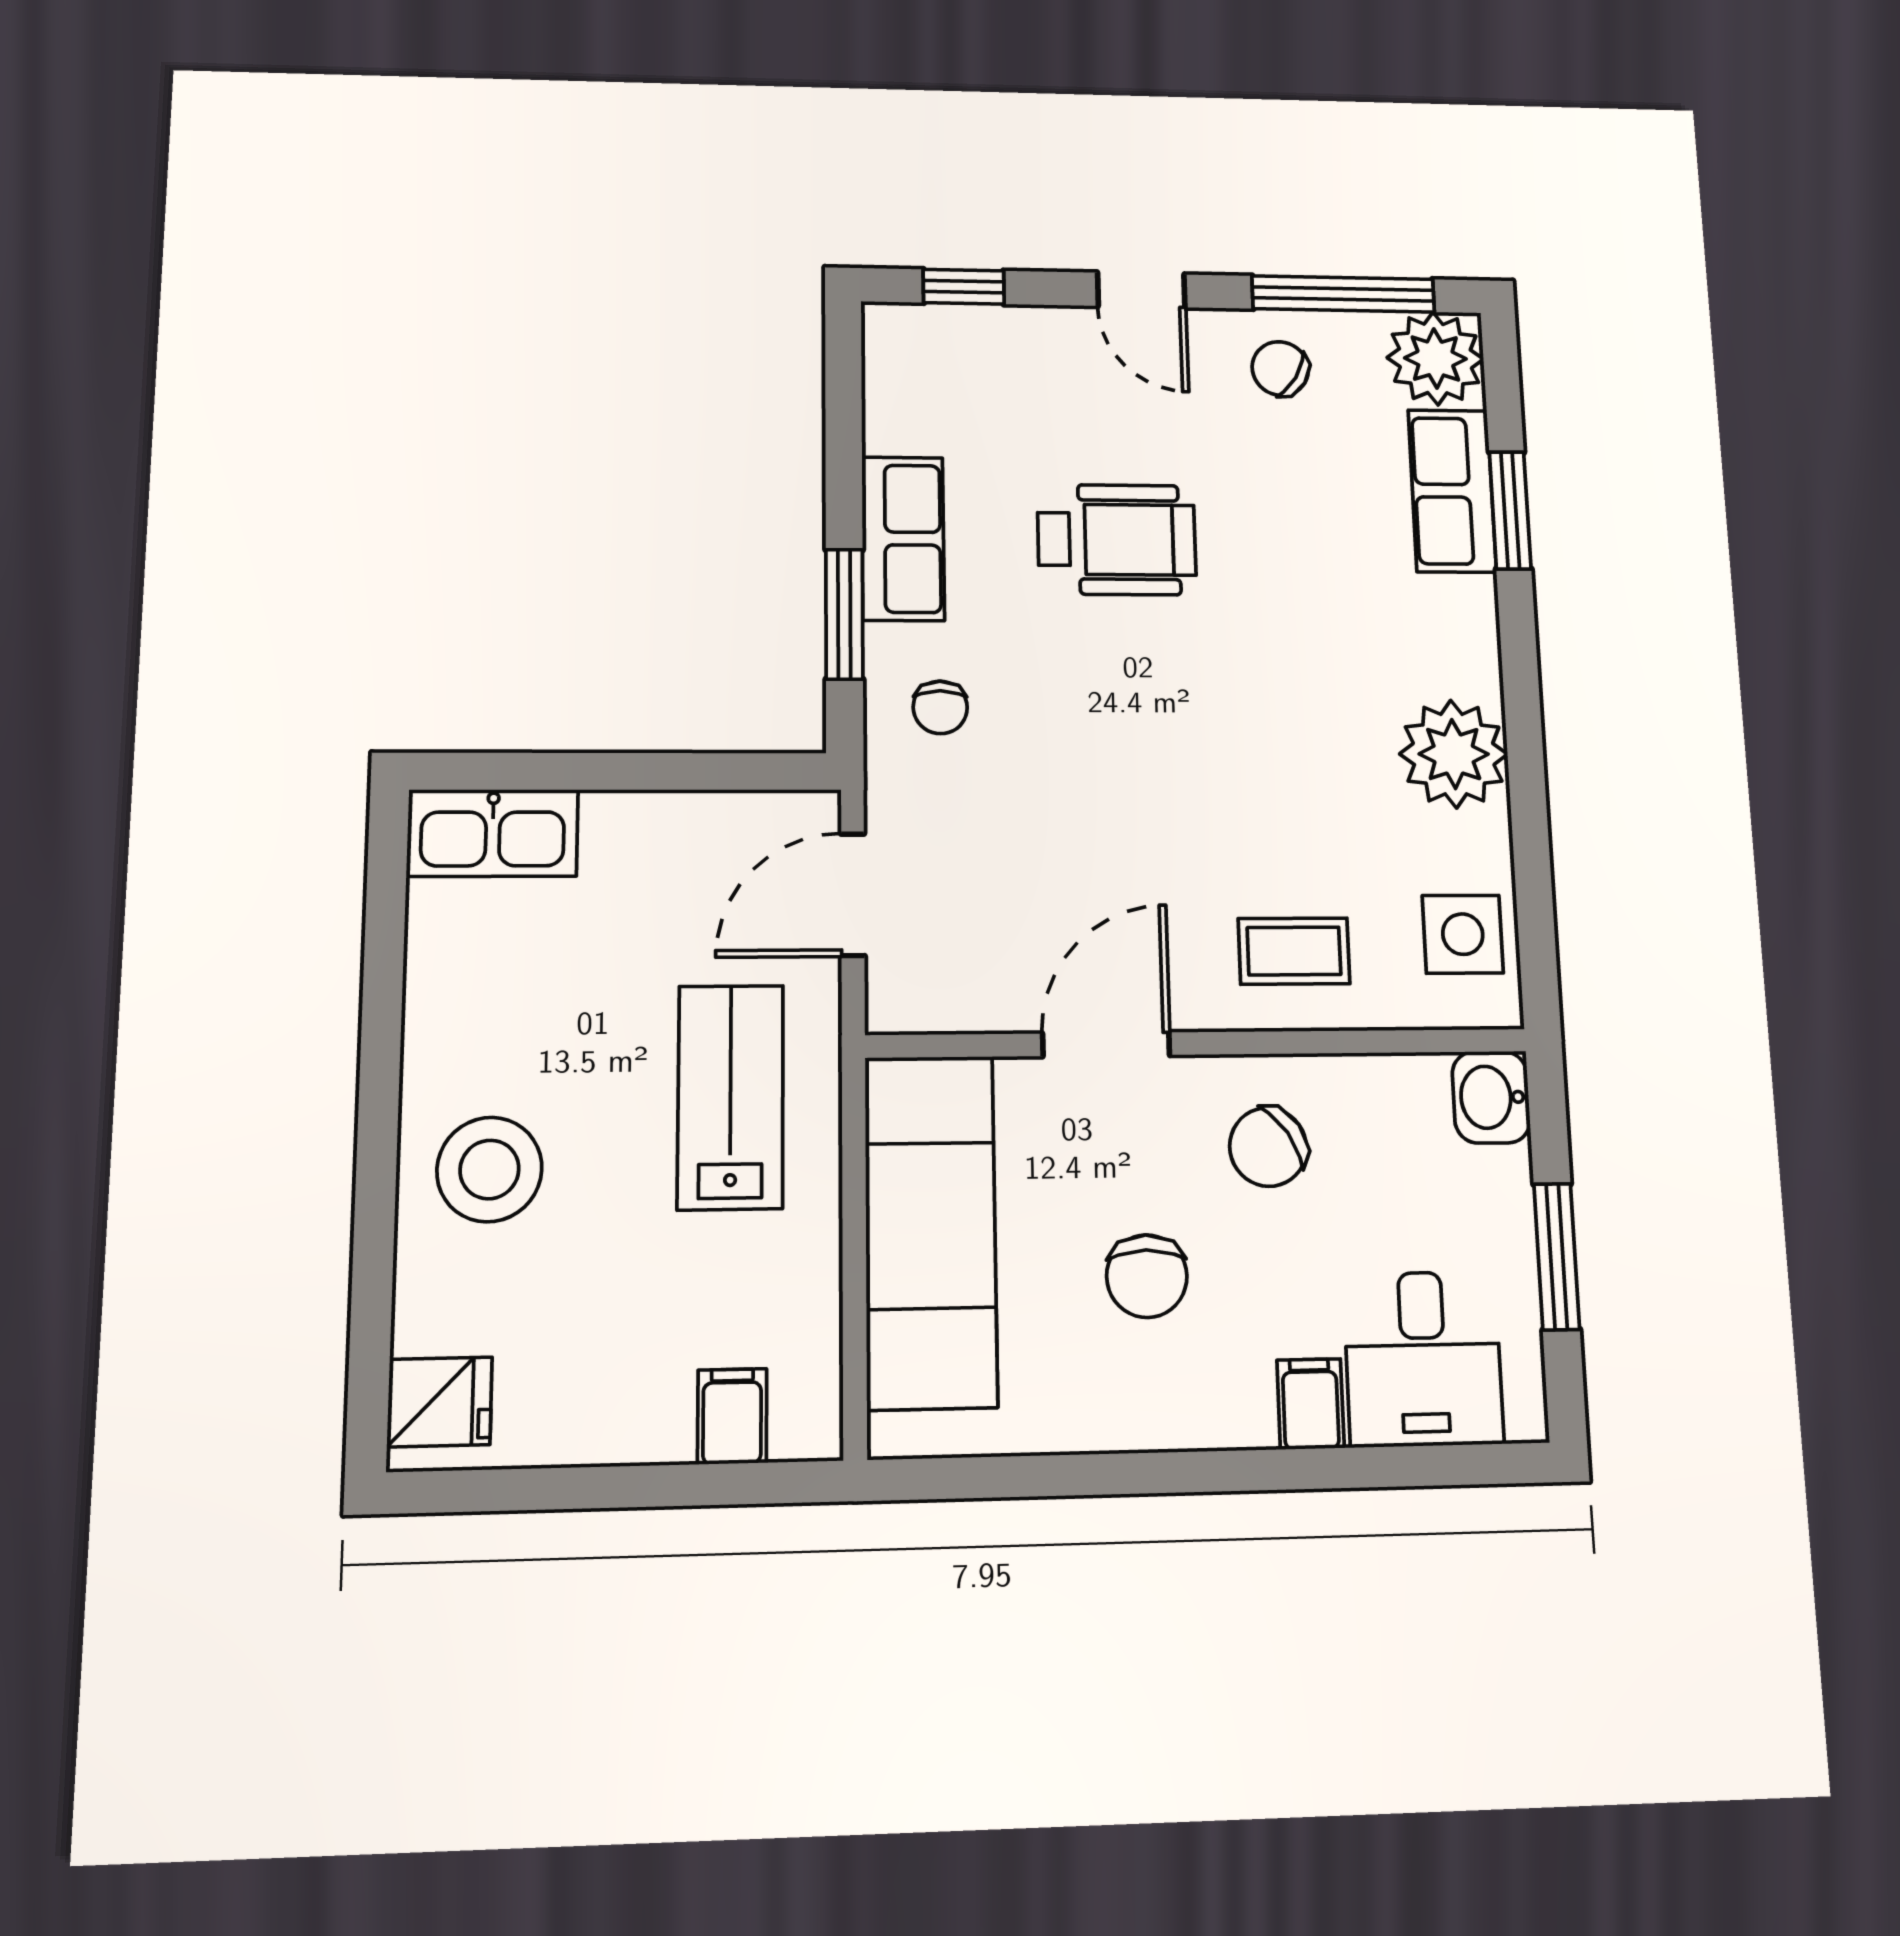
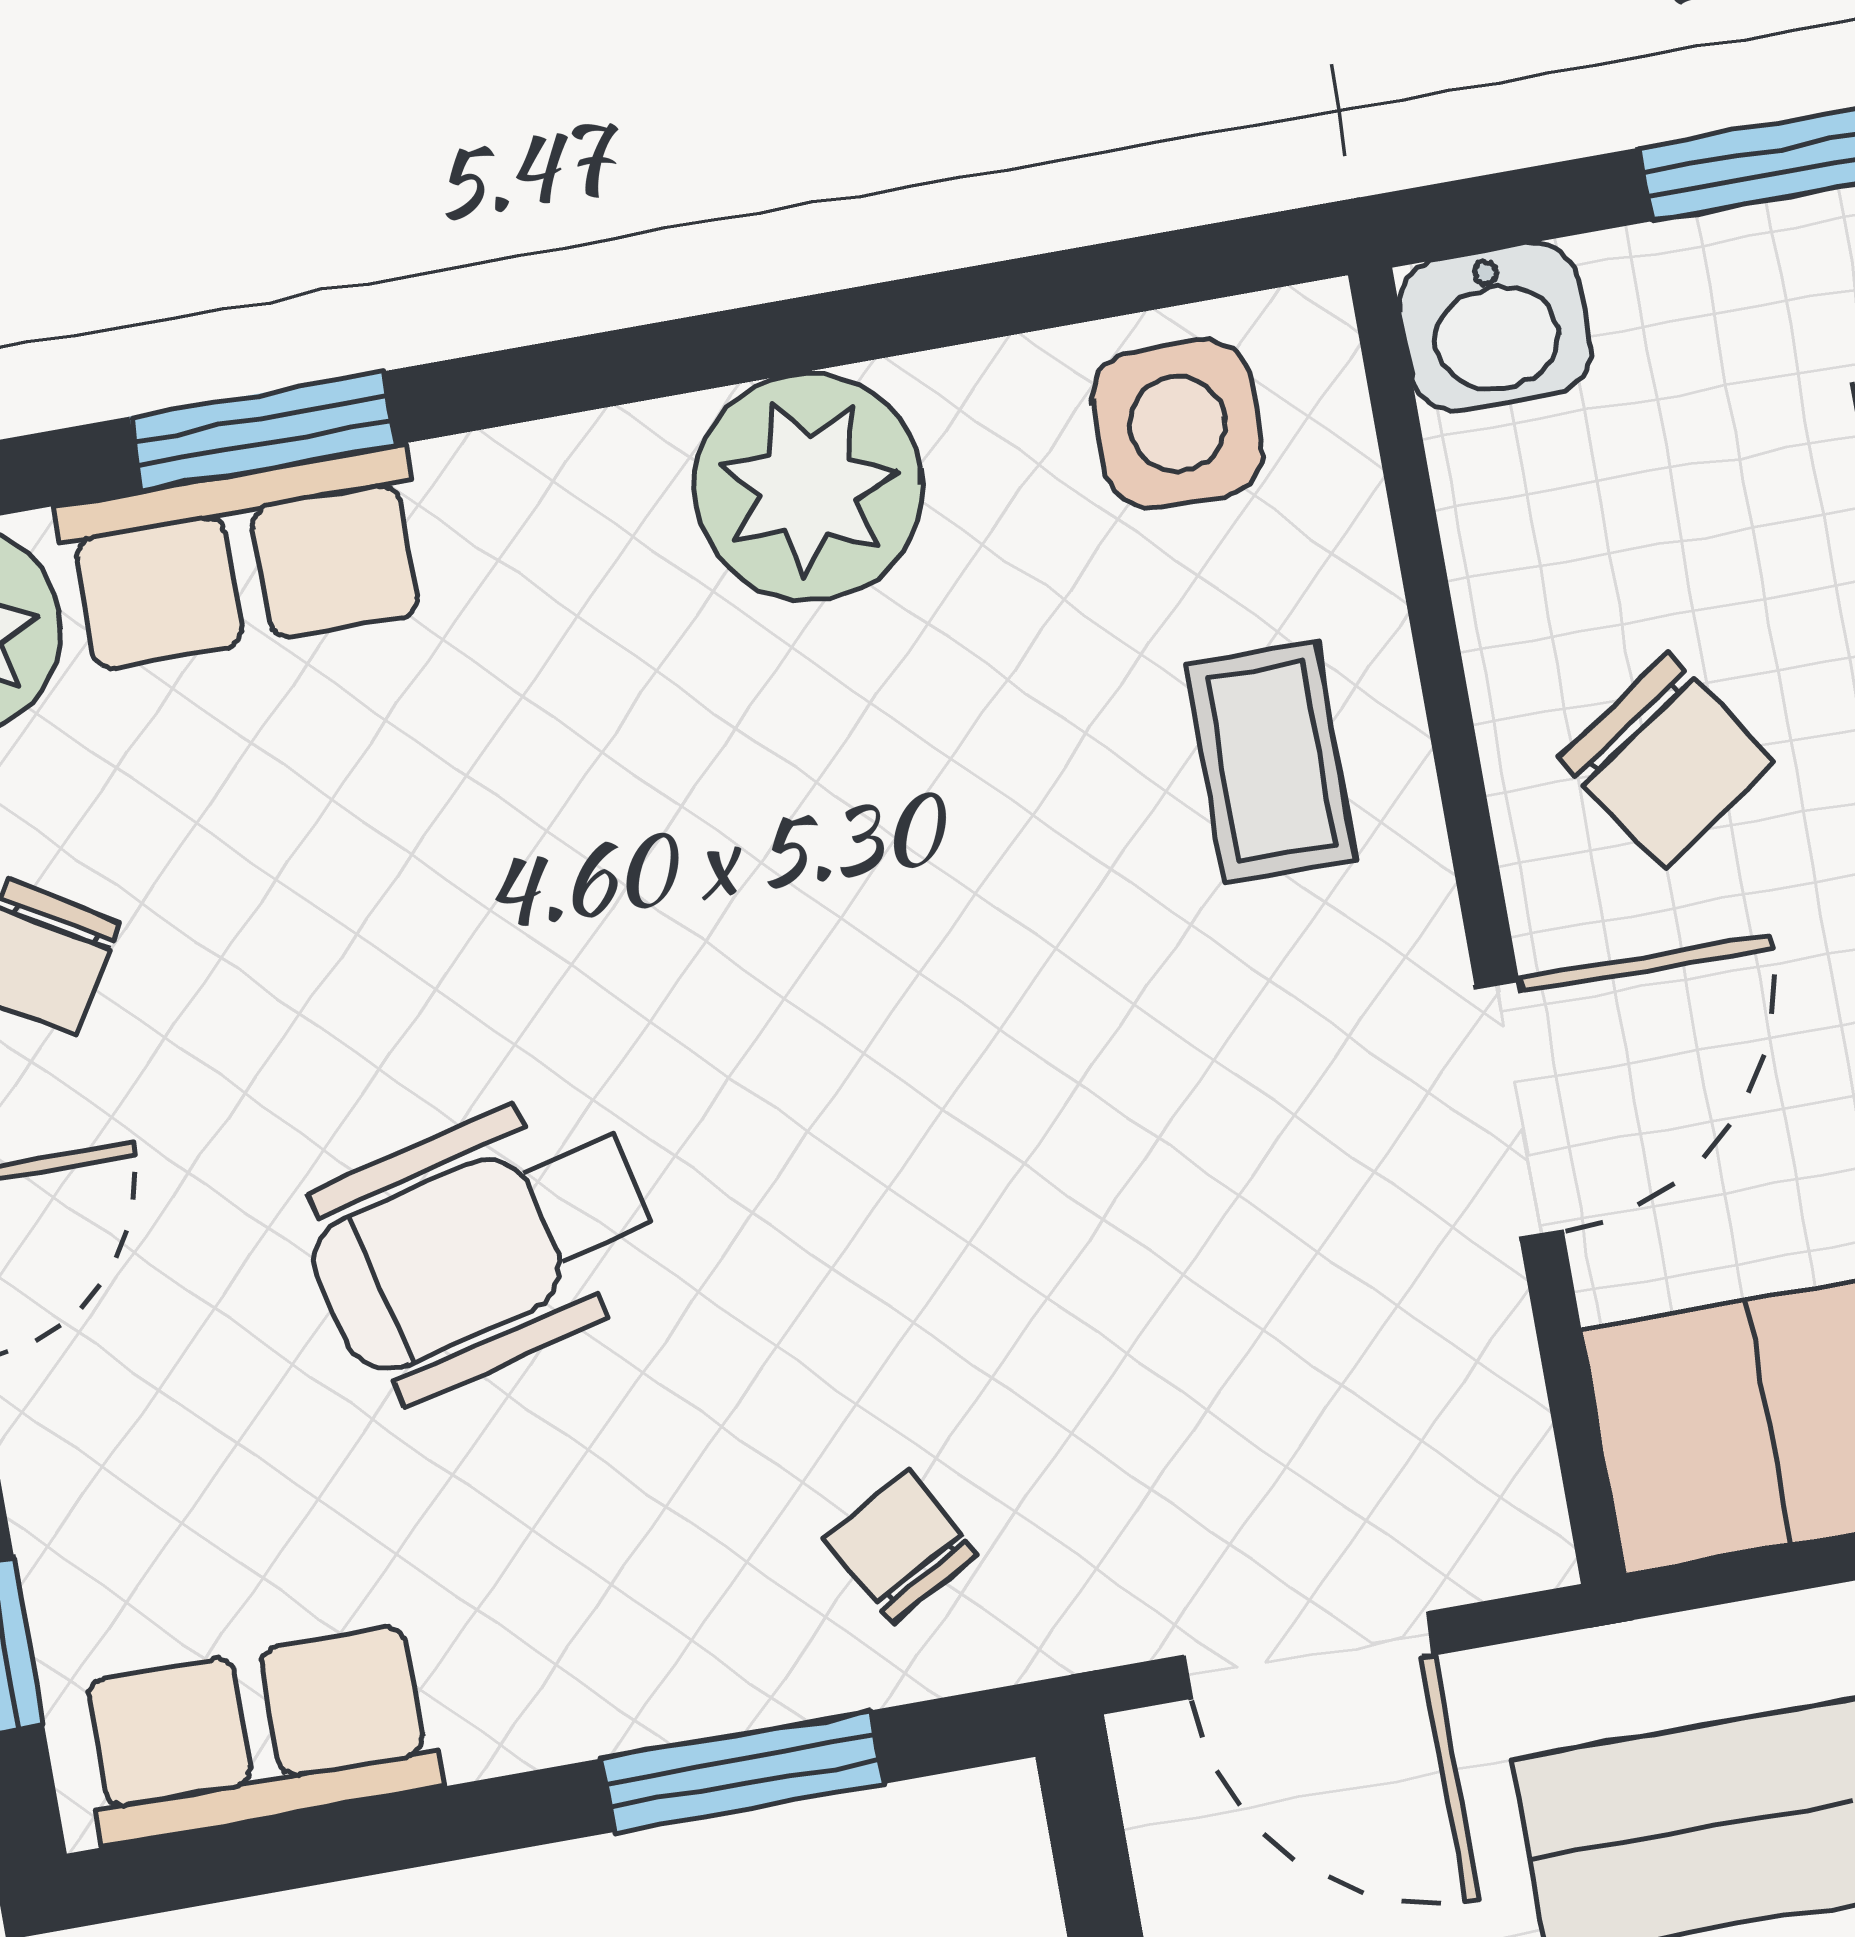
row of seats: (903, 539) -> (259, 1734), moved
wheelchair: (1117, 540) -> (482, 1244), turned -104
chair: (940, 707) -> (901, 1546), turned -119
door: (1106, 1044) -> (1519, 1109), swing flipped

